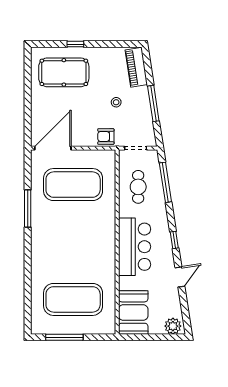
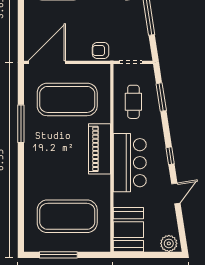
stool: (116, 102) -> (111, 16), removed
window: (165, 182) -> (161, 97), width x0.69
piano: (105, 233) -> (100, 149), added

